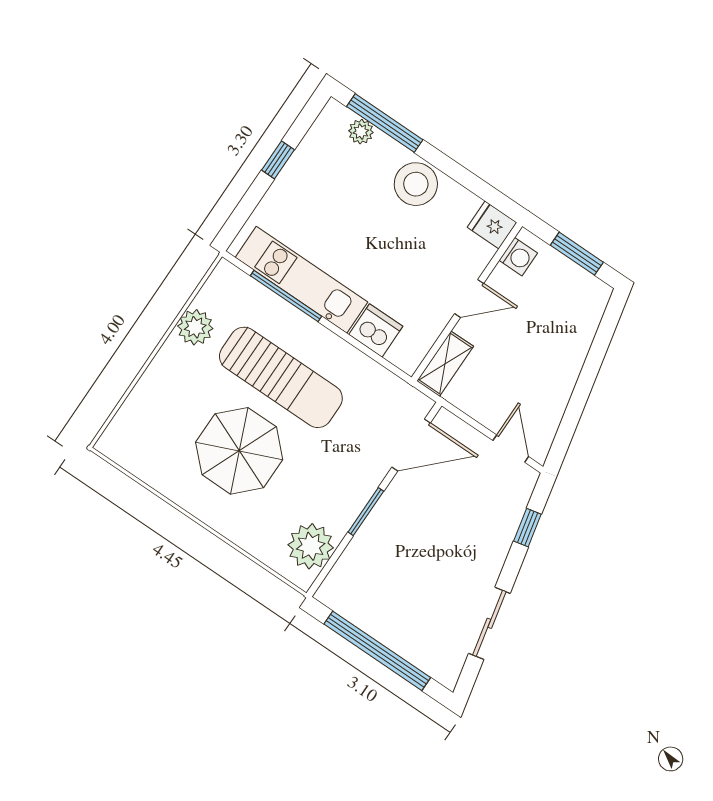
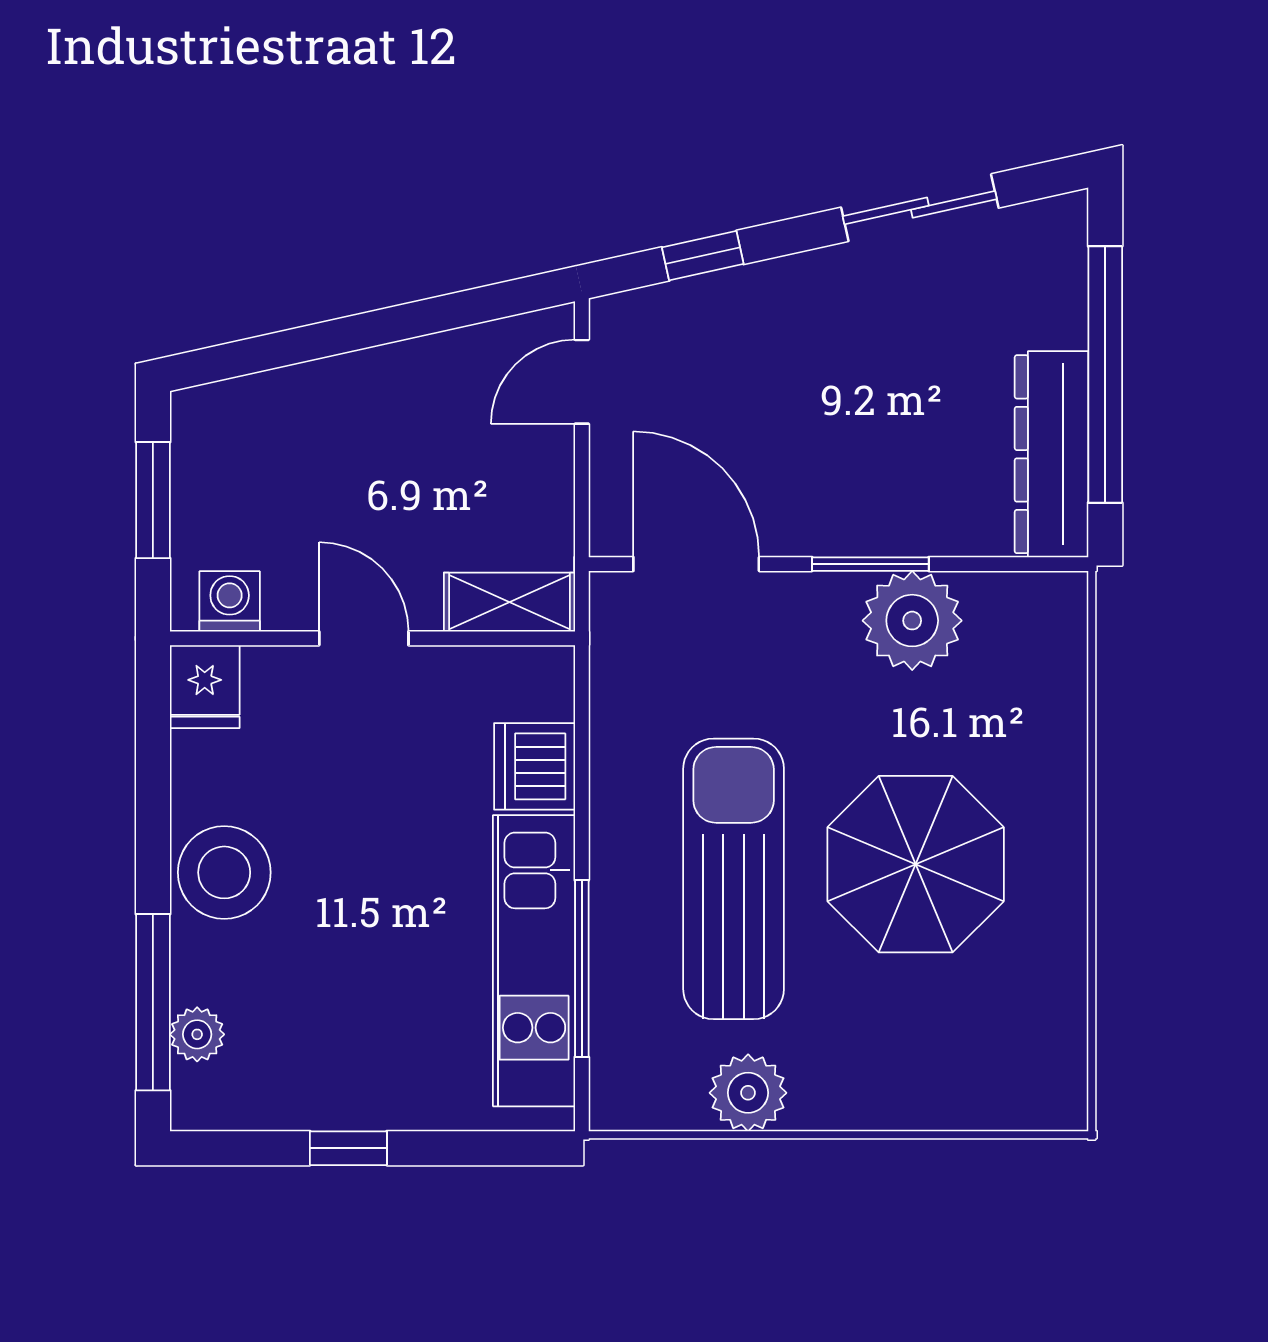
plant: (311, 546) -> (912, 621), moved
dresser: (361, 610) -> (1052, 454), added

